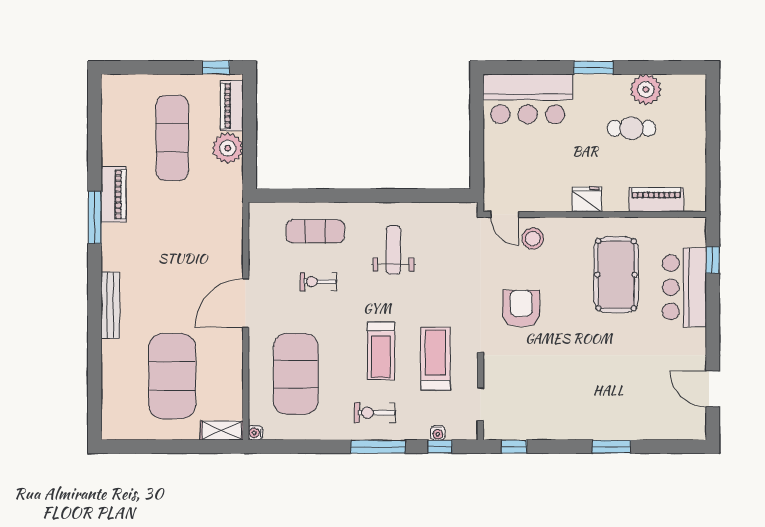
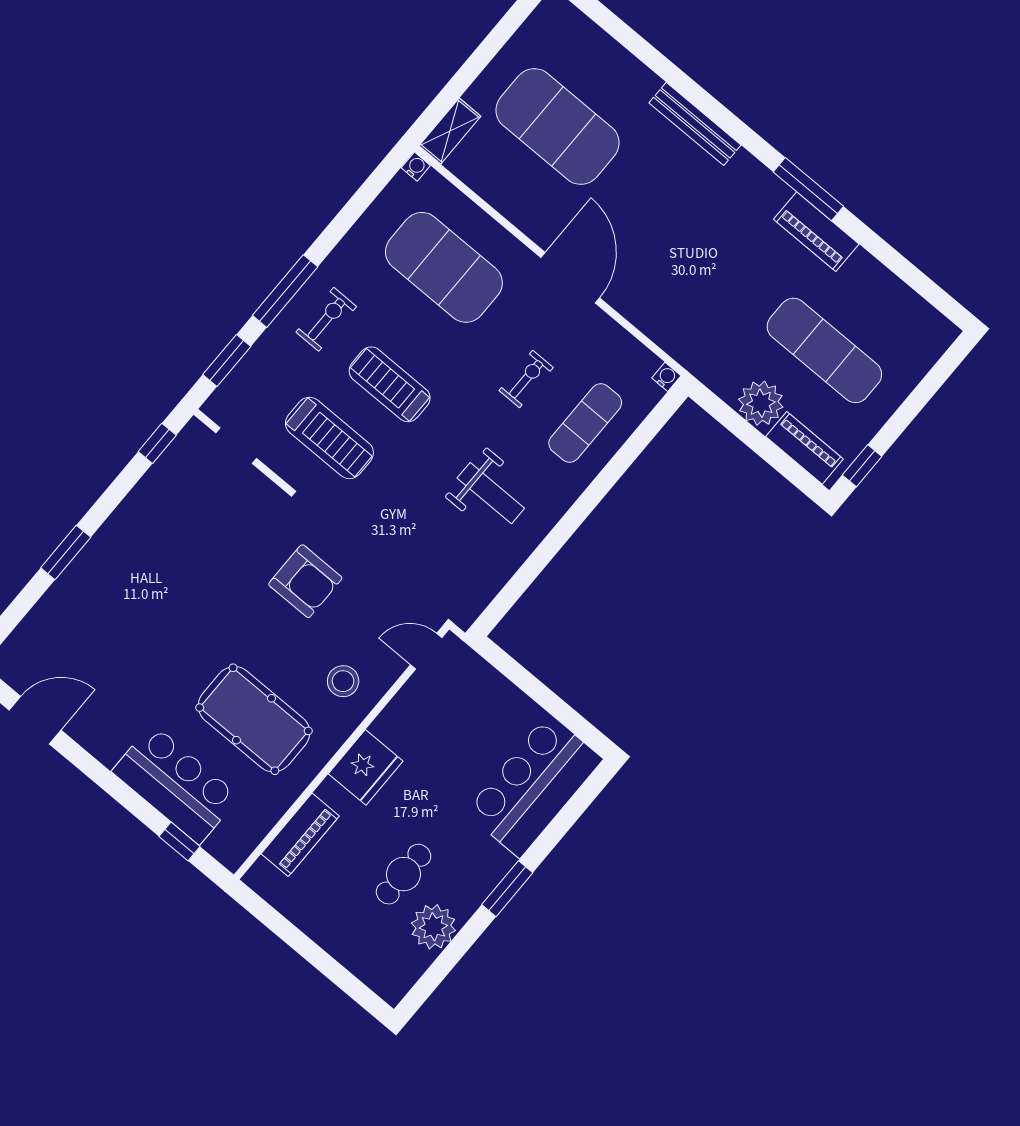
fridge: (587, 199) -> (366, 767), width x1.36, depth x1.34
stool: (533, 239) -> (343, 681), moved
water cooler: (438, 433) -> (666, 377), moved, turned 90
window: (440, 447) -> (227, 361), width x1.50

